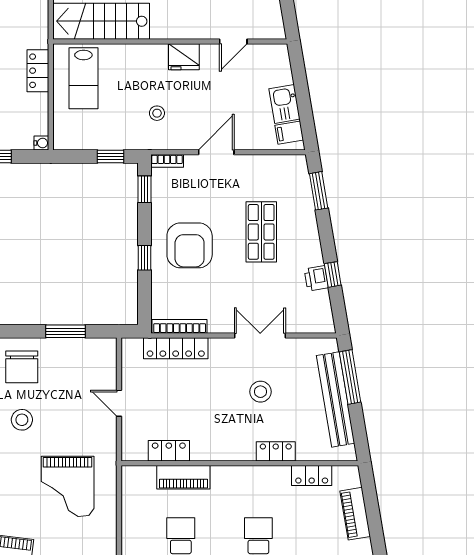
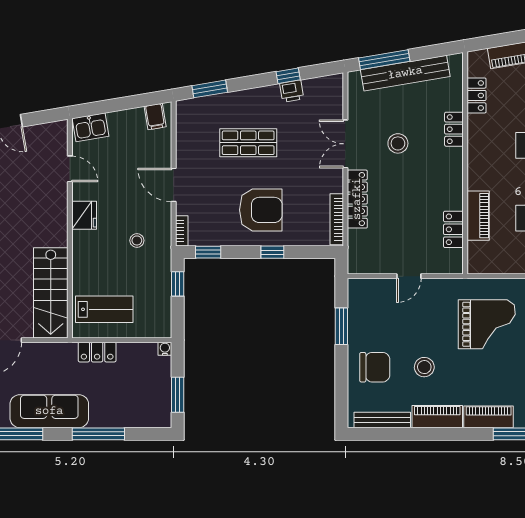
kitchen sink: (284, 104) -> (90, 127), moved
locker: (176, 348) -> (357, 199), moved

